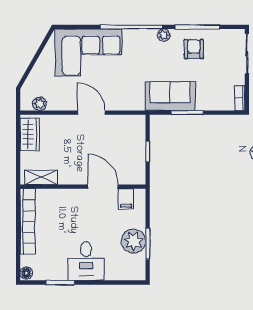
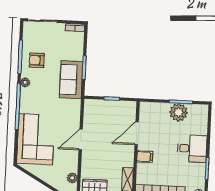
filing cabinet: (126, 199) -> (145, 157), moved

